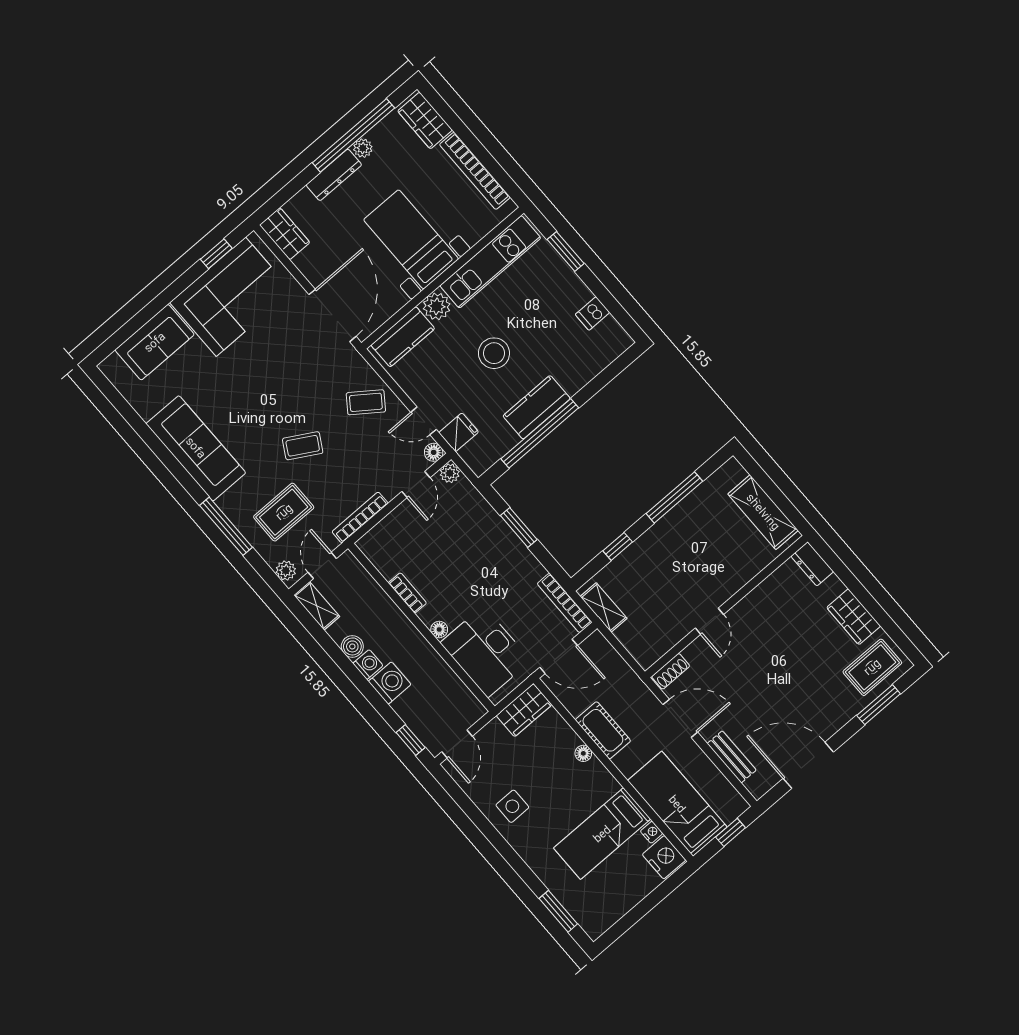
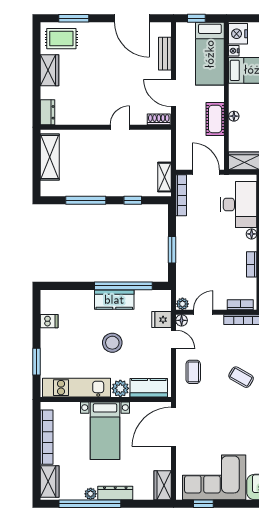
coffee table: (366, 402) -> (193, 372), turned 54
bookcase: (379, 532) -> (240, 305), added

